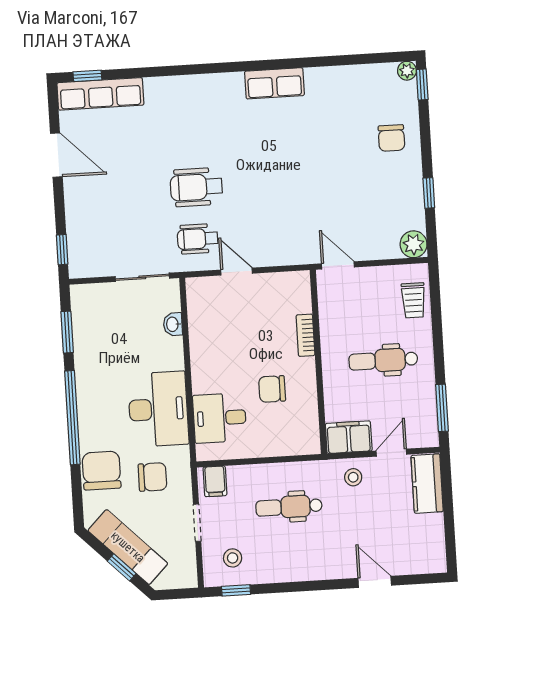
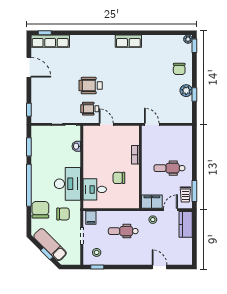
plant: (414, 244) -> (186, 91), moved
trolley: (413, 300) -> (185, 194), moved

